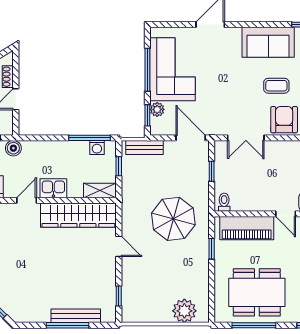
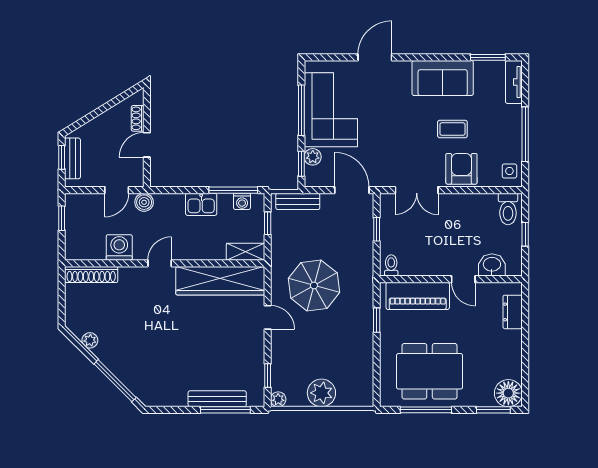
kitchen sink: (53, 188) -> (201, 204), moved, turned 180
parasol: (173, 219) -> (314, 285), moved
plant: (184, 311) -> (321, 393), moved
plant: (128, 316) -> (278, 399), added
window: (68, 325) -> (225, 410), moved

